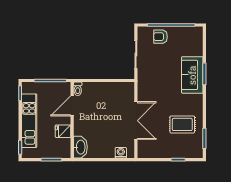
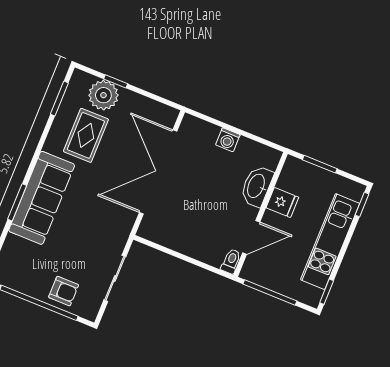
sofa: (192, 75) -> (42, 198), width x1.36
double door: (136, 121) -> (158, 172), width x1.36
rug: (182, 124) -> (86, 135), turned 90
washbasin: (80, 147) -> (257, 186), moved
plant: (182, 150) -> (103, 95), added
washing machine: (121, 153) -> (228, 140), moved

